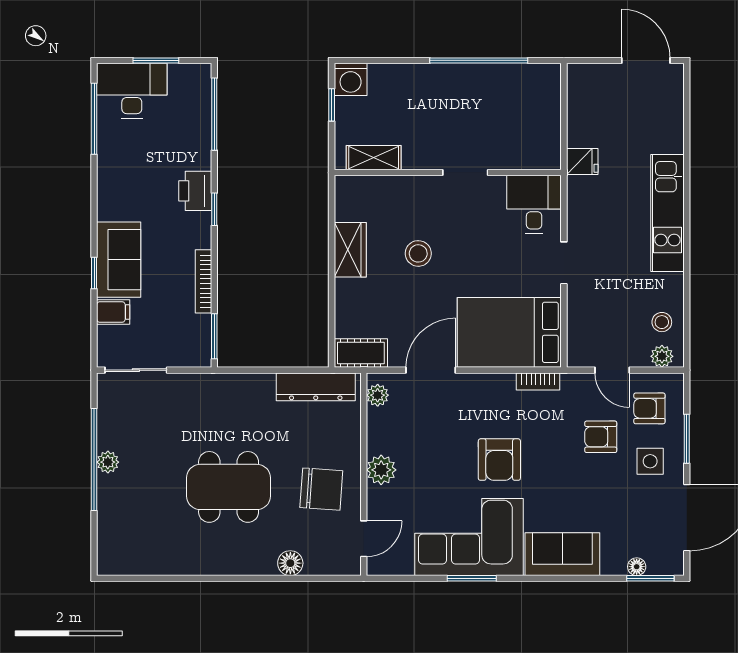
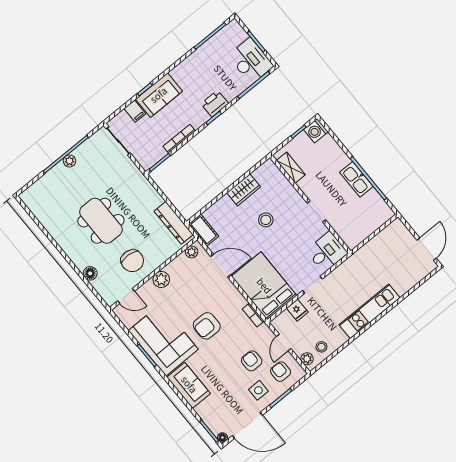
kitchen sink: (466, 79) -> (356, 179), added
desk: (132, 91) -> (251, 61), moved
fridge: (582, 161) -> (297, 310), moved
floor lamp: (637, 567) -> (222, 438), moved

